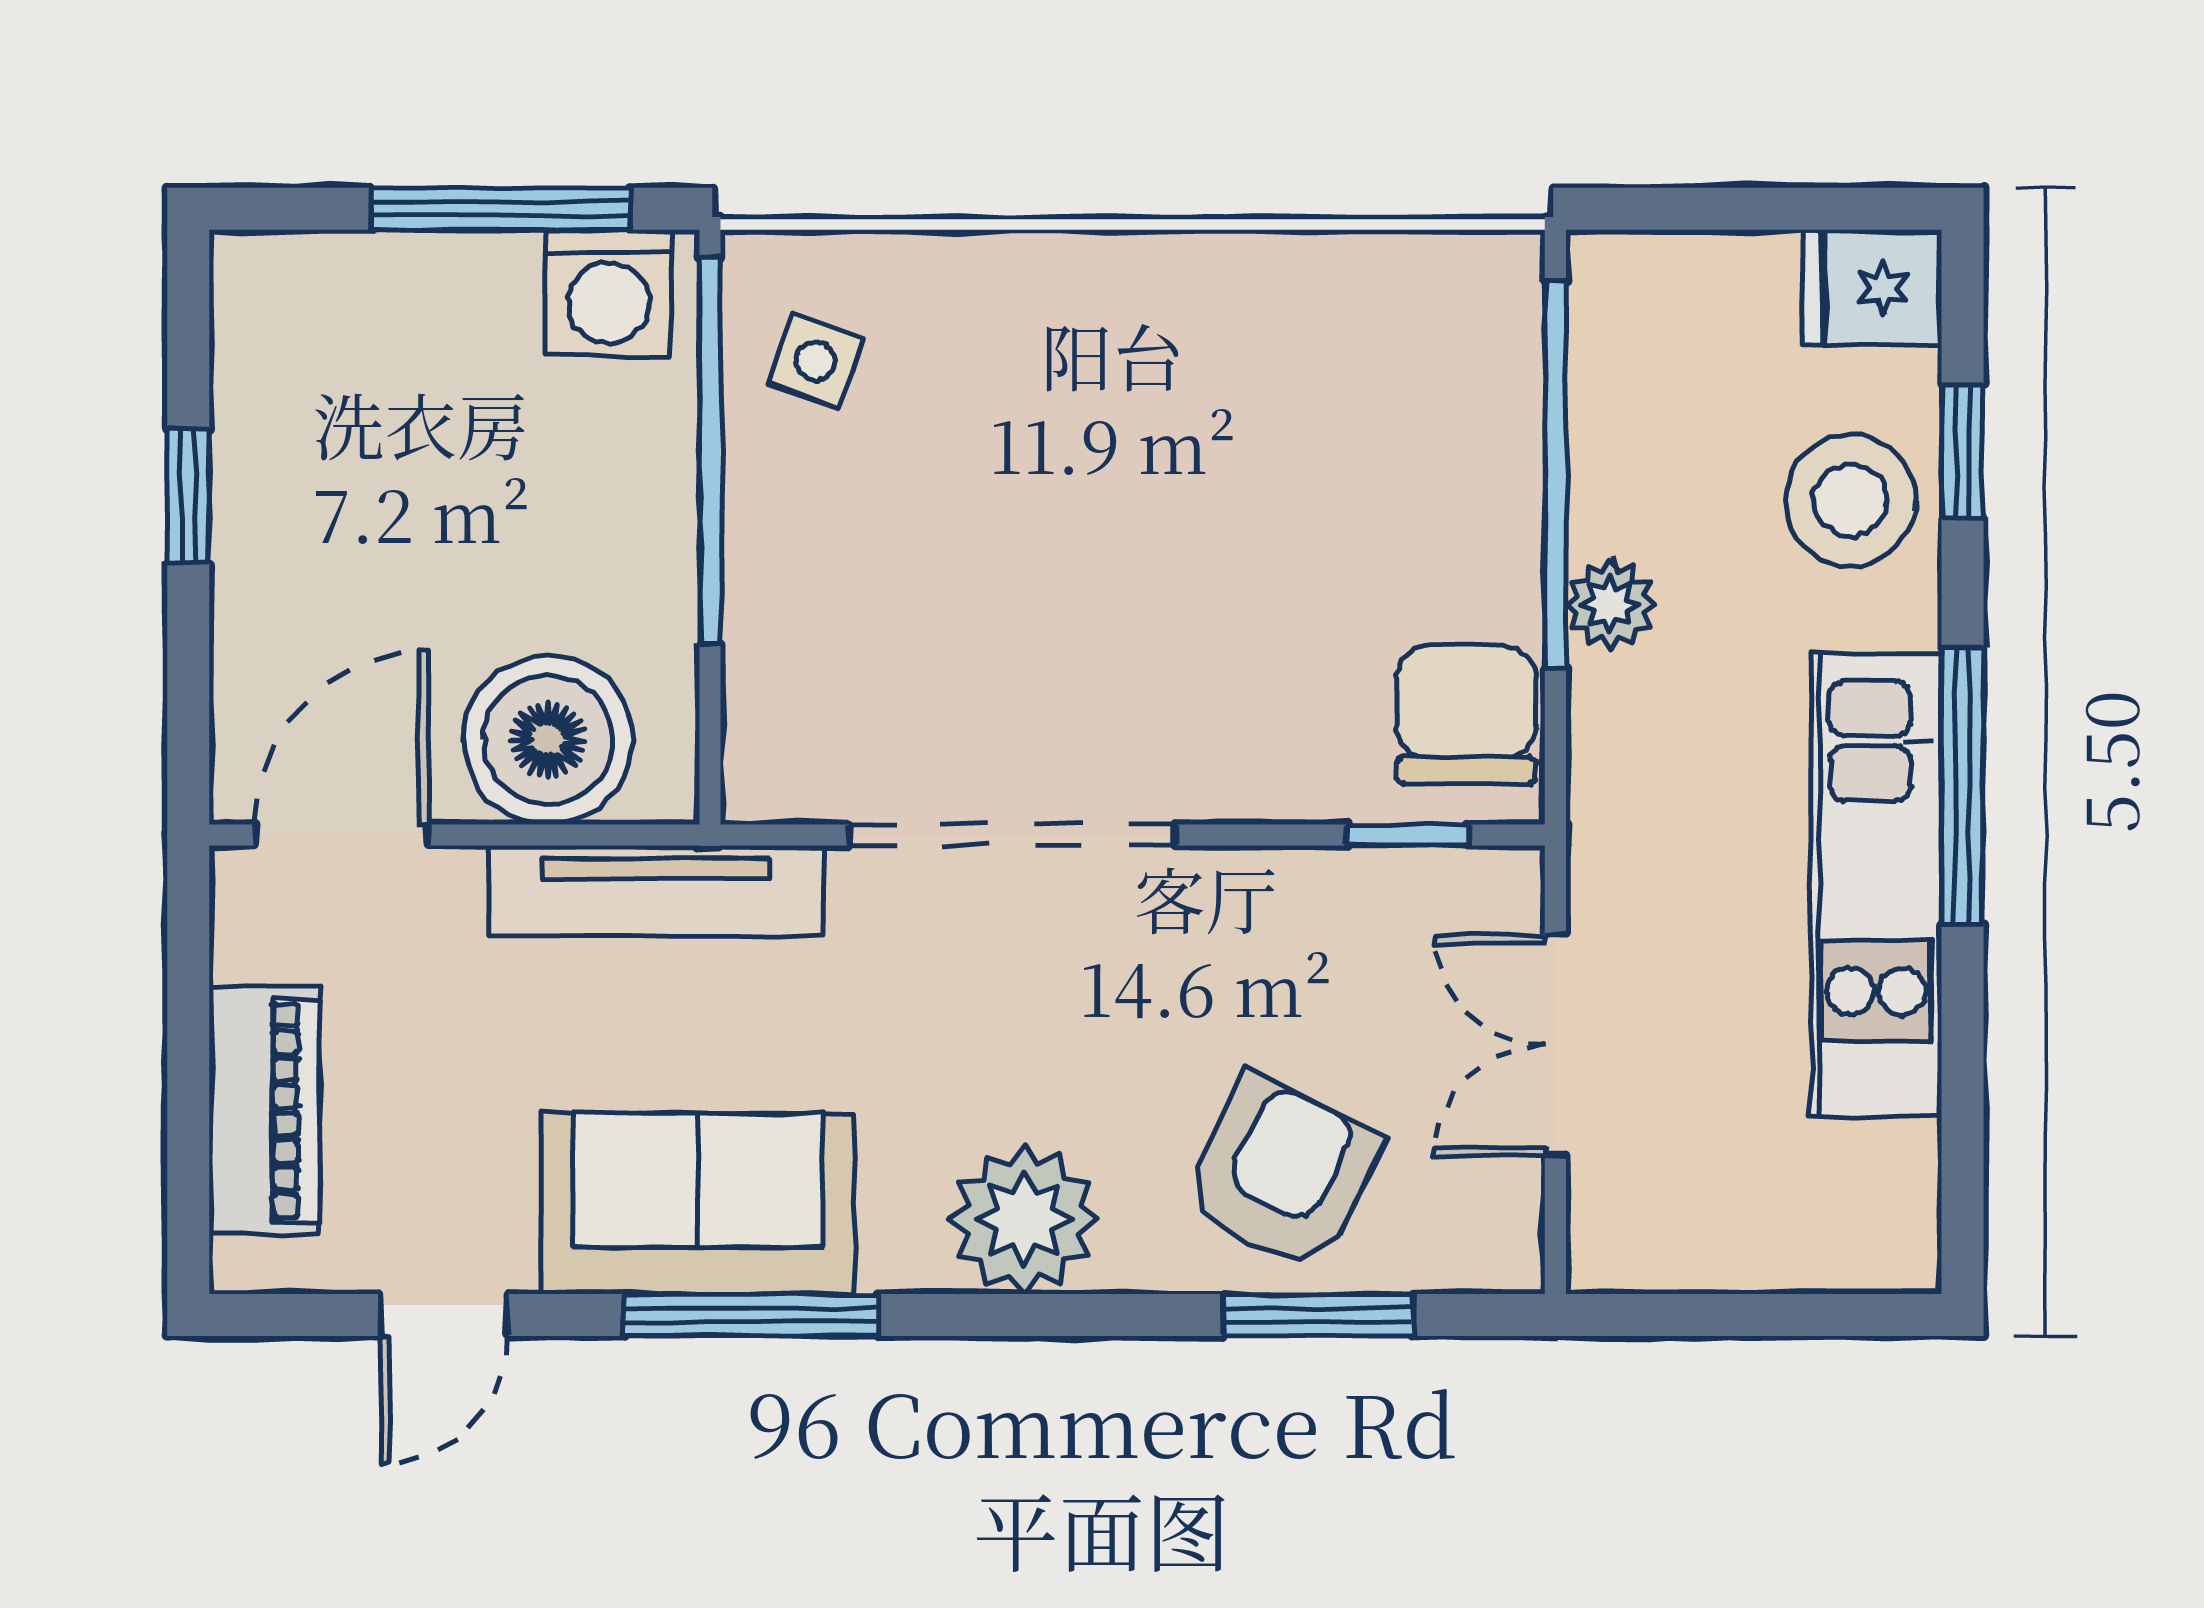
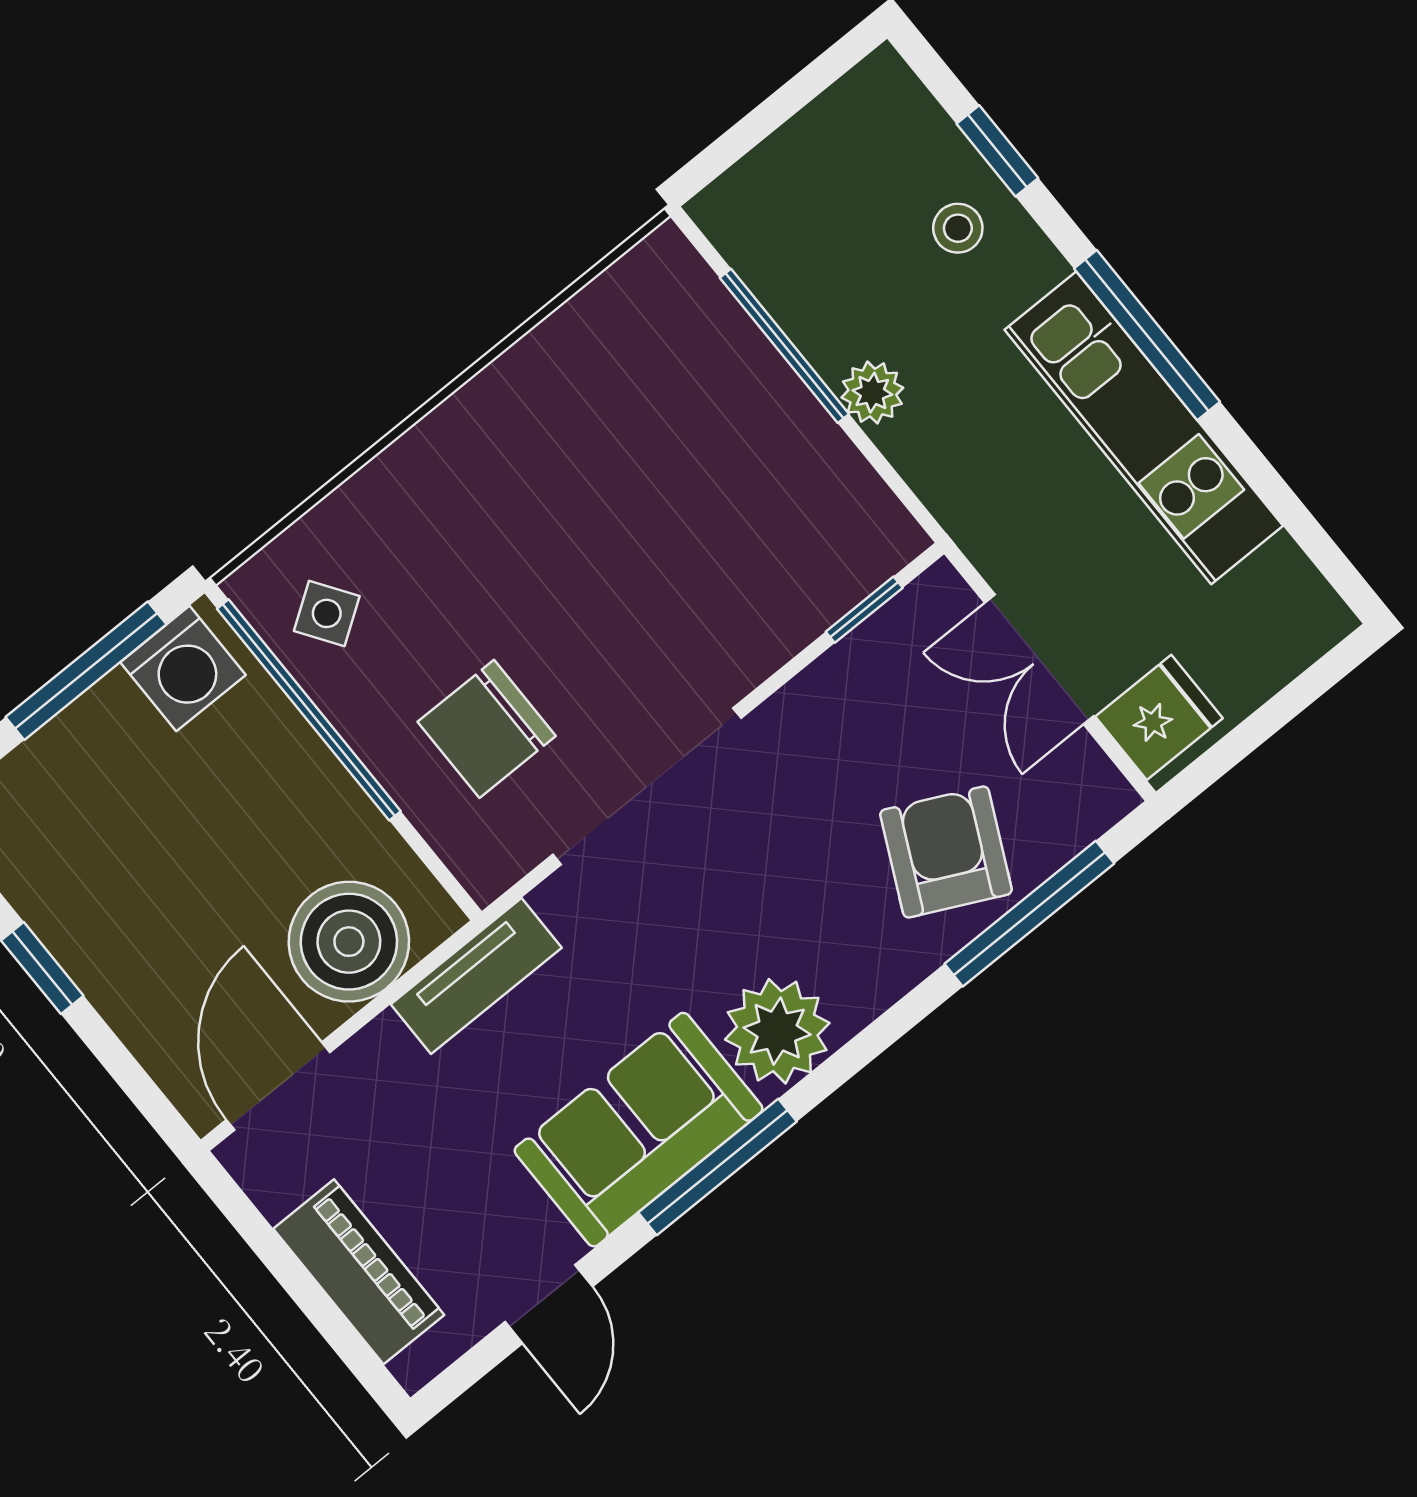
fridge: (1872, 288) -> (1159, 717), moved, turned 180
side table: (816, 360) -> (327, 613), turned 36
window: (1555, 475) -> (784, 346), width x0.68
stool: (1850, 500) -> (958, 228), width x0.53, depth x0.53
chair: (1466, 715) -> (487, 729), moved, turned -90
tv unit: (656, 891) -> (476, 976), width x0.71
plant: (1024, 1219) -> (777, 1031), moved
window: (1318, 1315) -> (1029, 914), width x1.44

